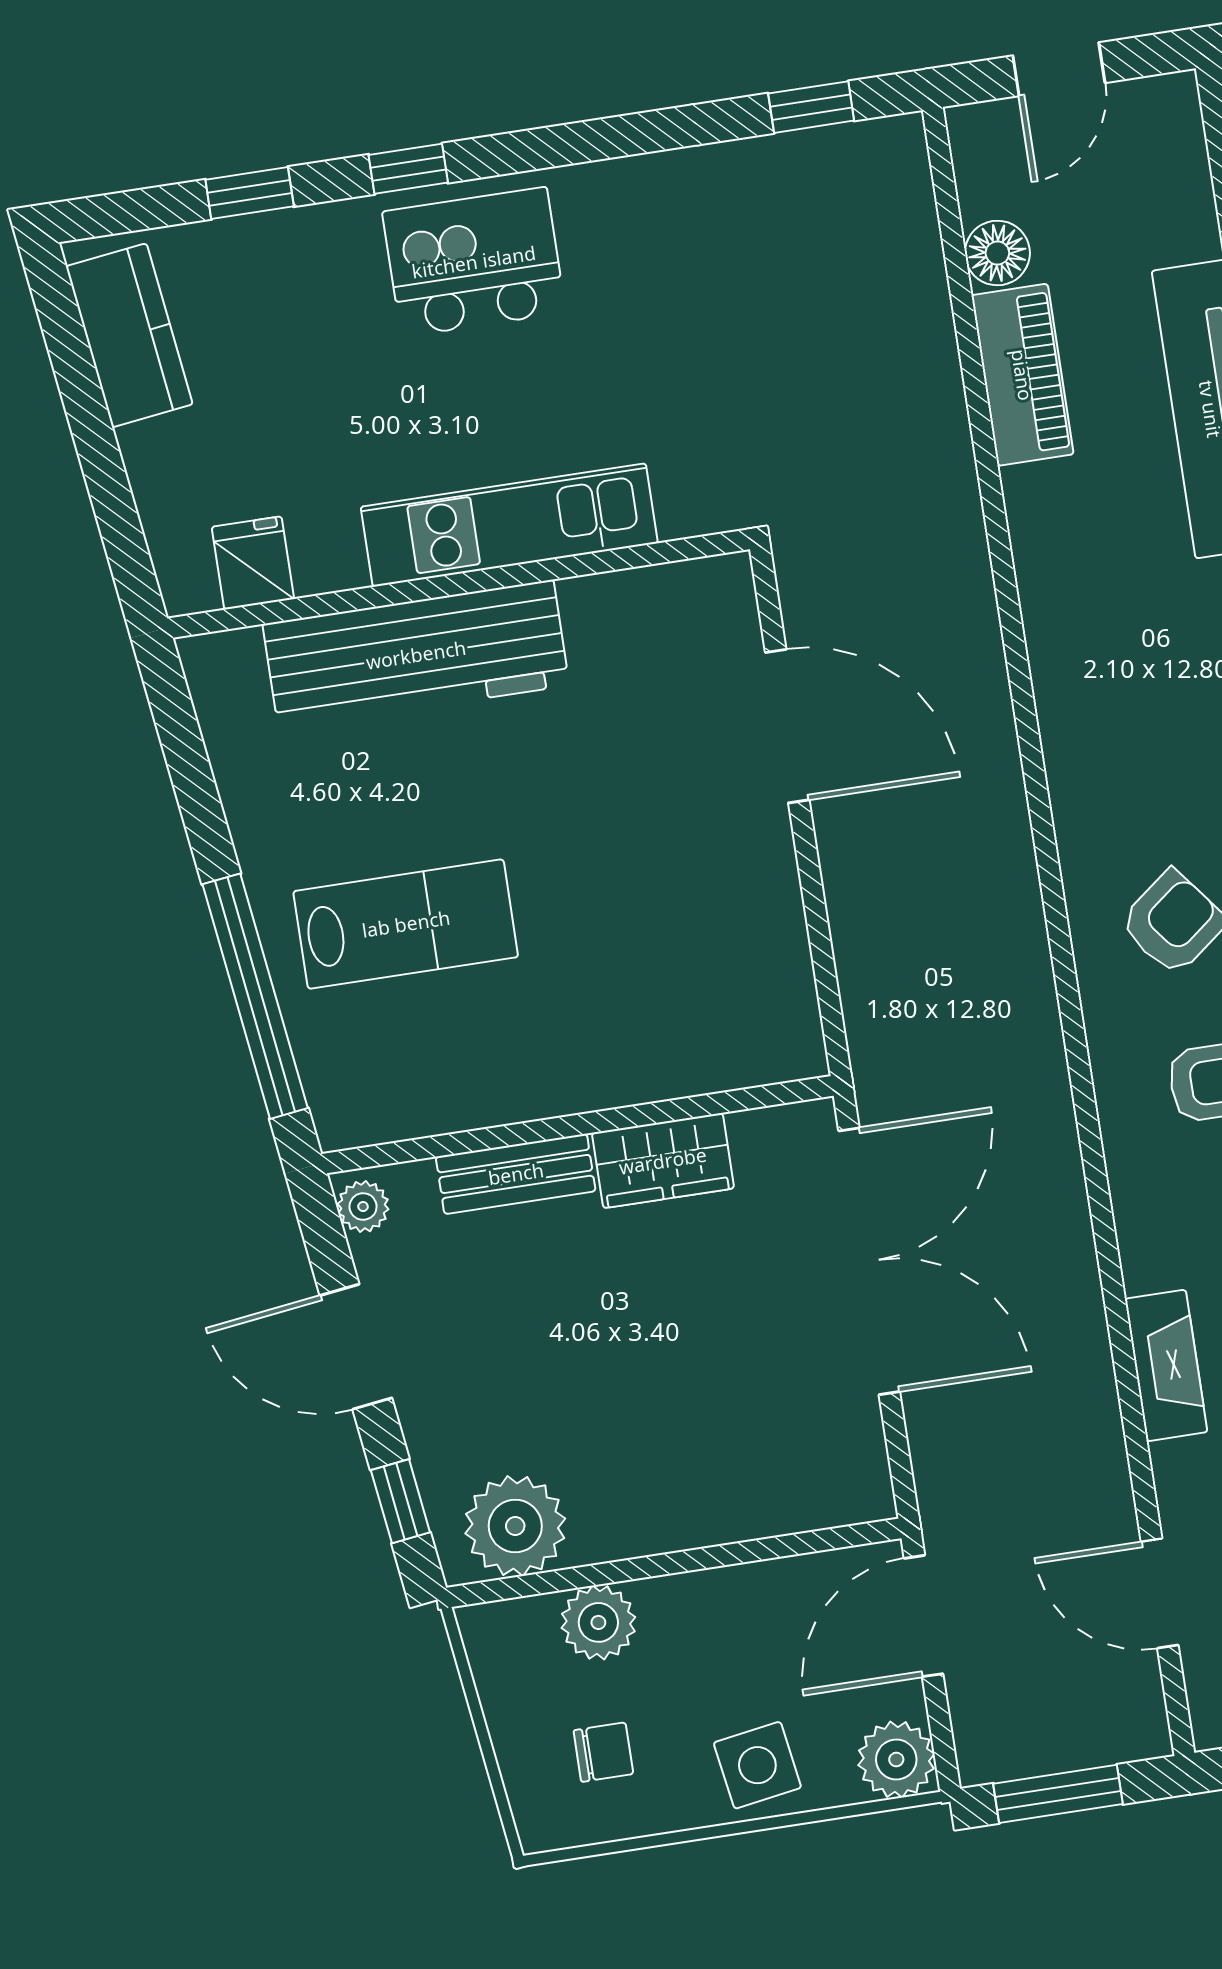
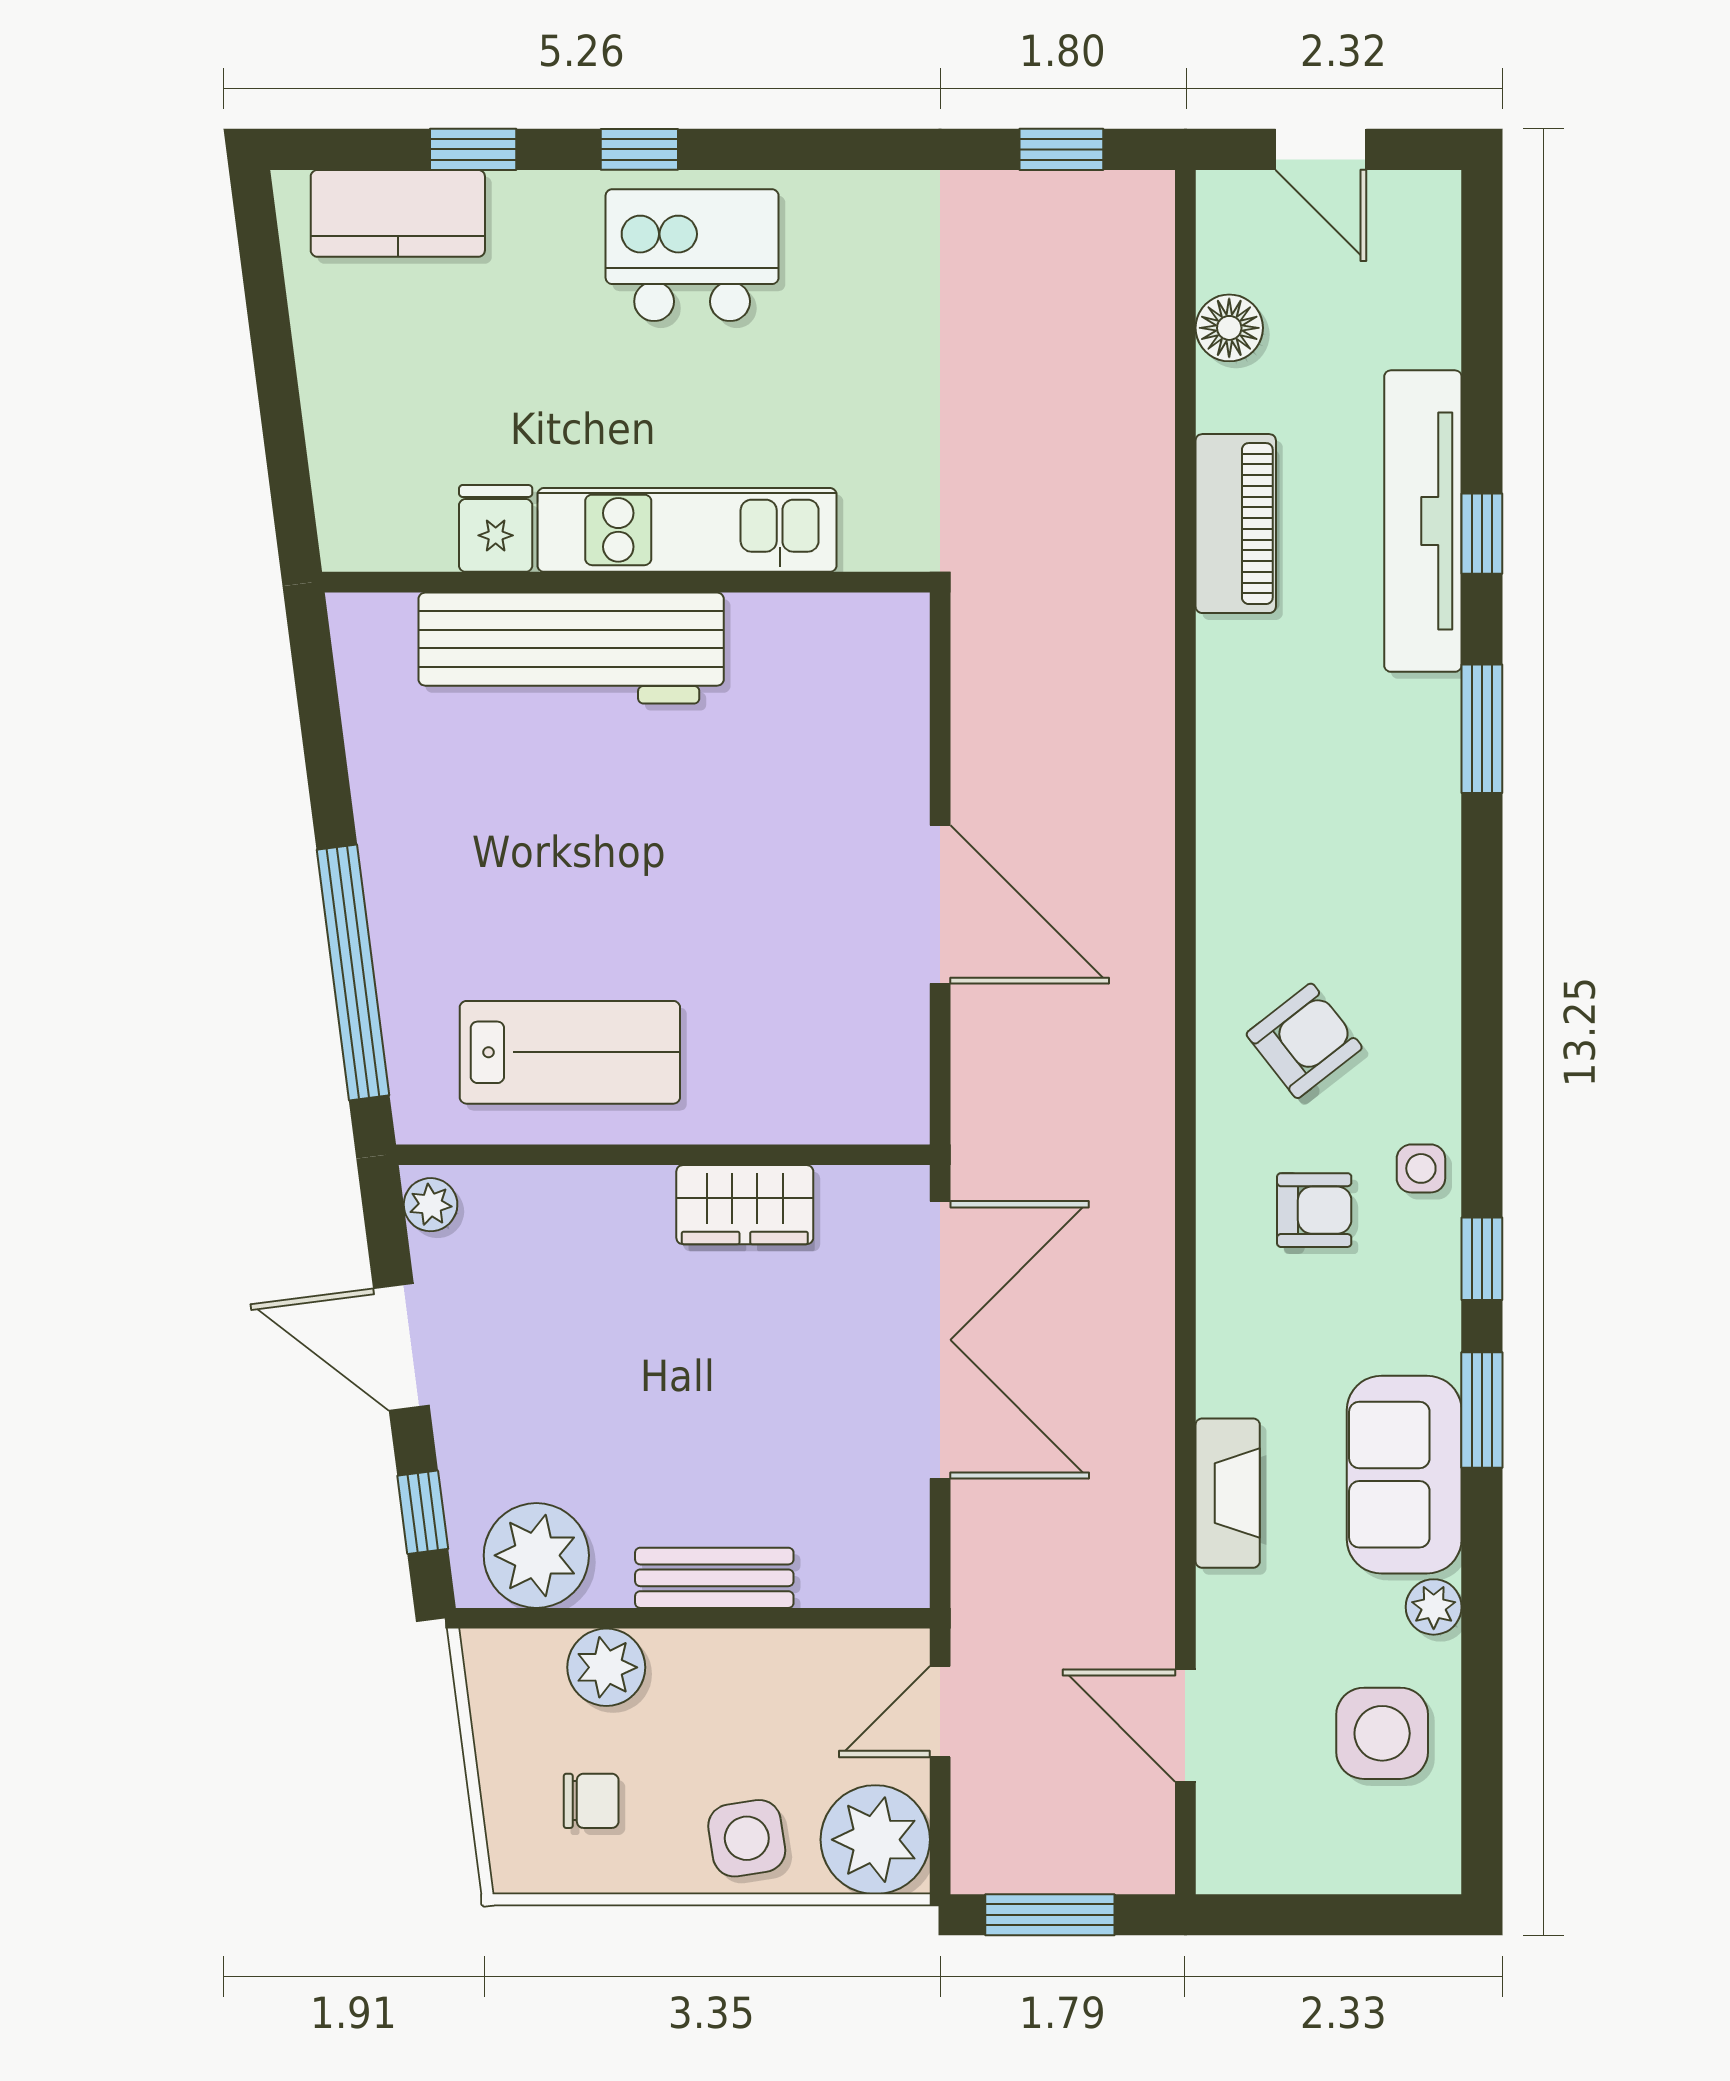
door: (1059, 69) -> (1321, 149), hinge flipped
kitchen counter: (129, 335) -> (398, 213), moved, turned 97
piano: (1022, 375) -> (1236, 524), moved
fridge: (253, 563) -> (496, 528), moved
door: (787, 726) -> (940, 904), moved
lab bench: (406, 924) -> (570, 1052), moved
bench: (516, 1174) -> (714, 1578), moved
door: (923, 1616) -> (940, 1712), width x0.73
plant: (896, 1760) -> (875, 1840), width x1.36, depth x1.36

